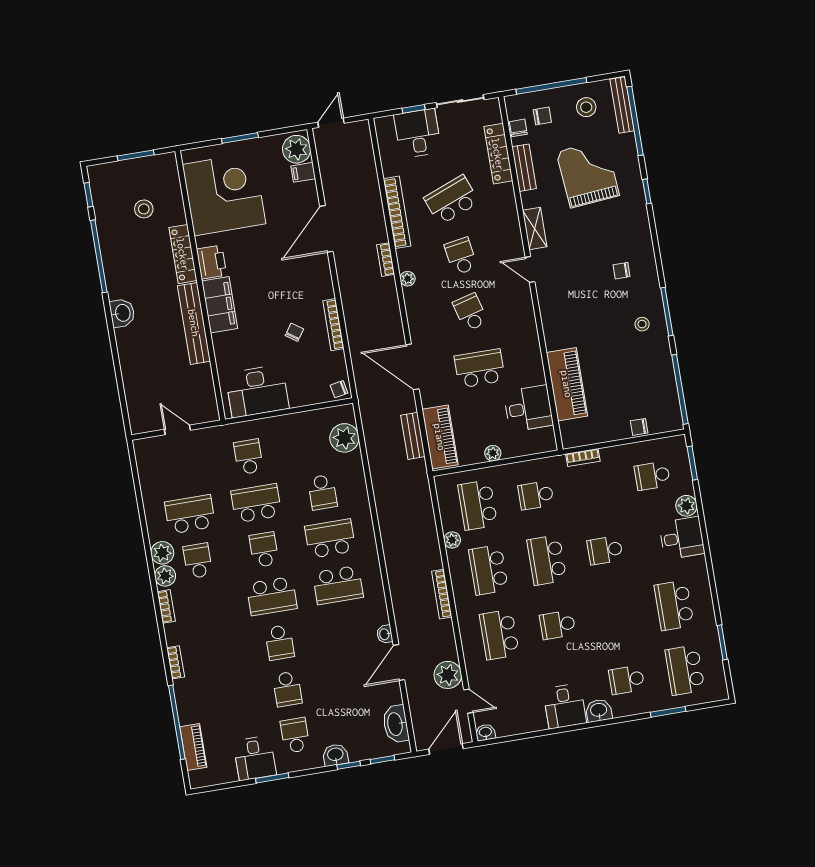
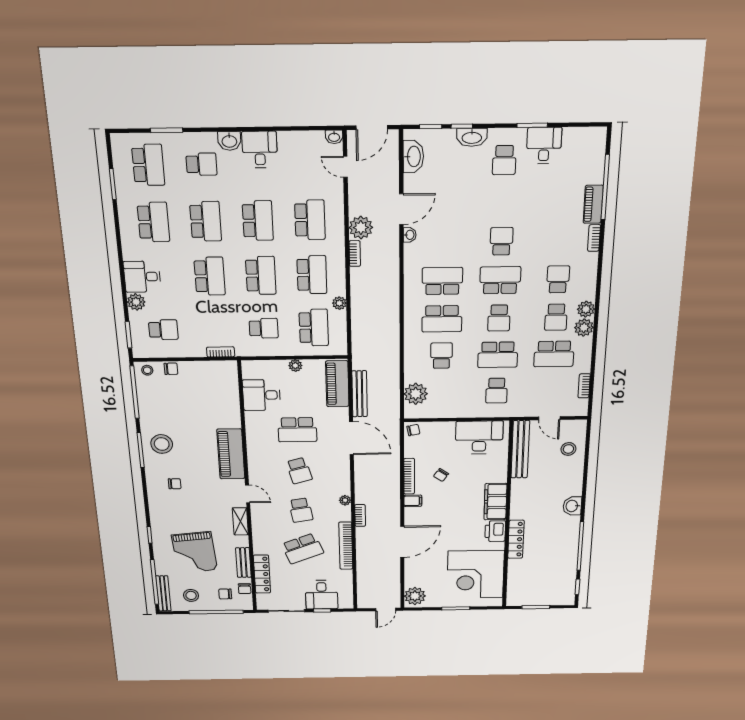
filing cabinet: (303, 172) -> (413, 501), moved
stool: (144, 209) -> (568, 449), moved
bench: (194, 323) -> (520, 449), moved
stool: (642, 324) -> (162, 444), width x1.89, depth x1.89
piano: (567, 384) -> (231, 454), moved
stool: (667, 421) -> (147, 370), added
bench: (413, 436) -> (360, 394), width x1.36
school desk: (605, 550) -> (210, 276), width x1.85
bookcase: (442, 594) -> (355, 254), width x0.64
bookcase: (166, 606) -> (584, 386), moved
school desk: (616, 615) -> (206, 221), added
school desk: (558, 625) -> (258, 221), width x1.85
plant: (448, 675) -> (361, 228), moved
school desk: (287, 689) -> (558, 279), moved
piano: (193, 747) -> (593, 204), moved
washbasin: (335, 755) -> (472, 137), width x1.38

